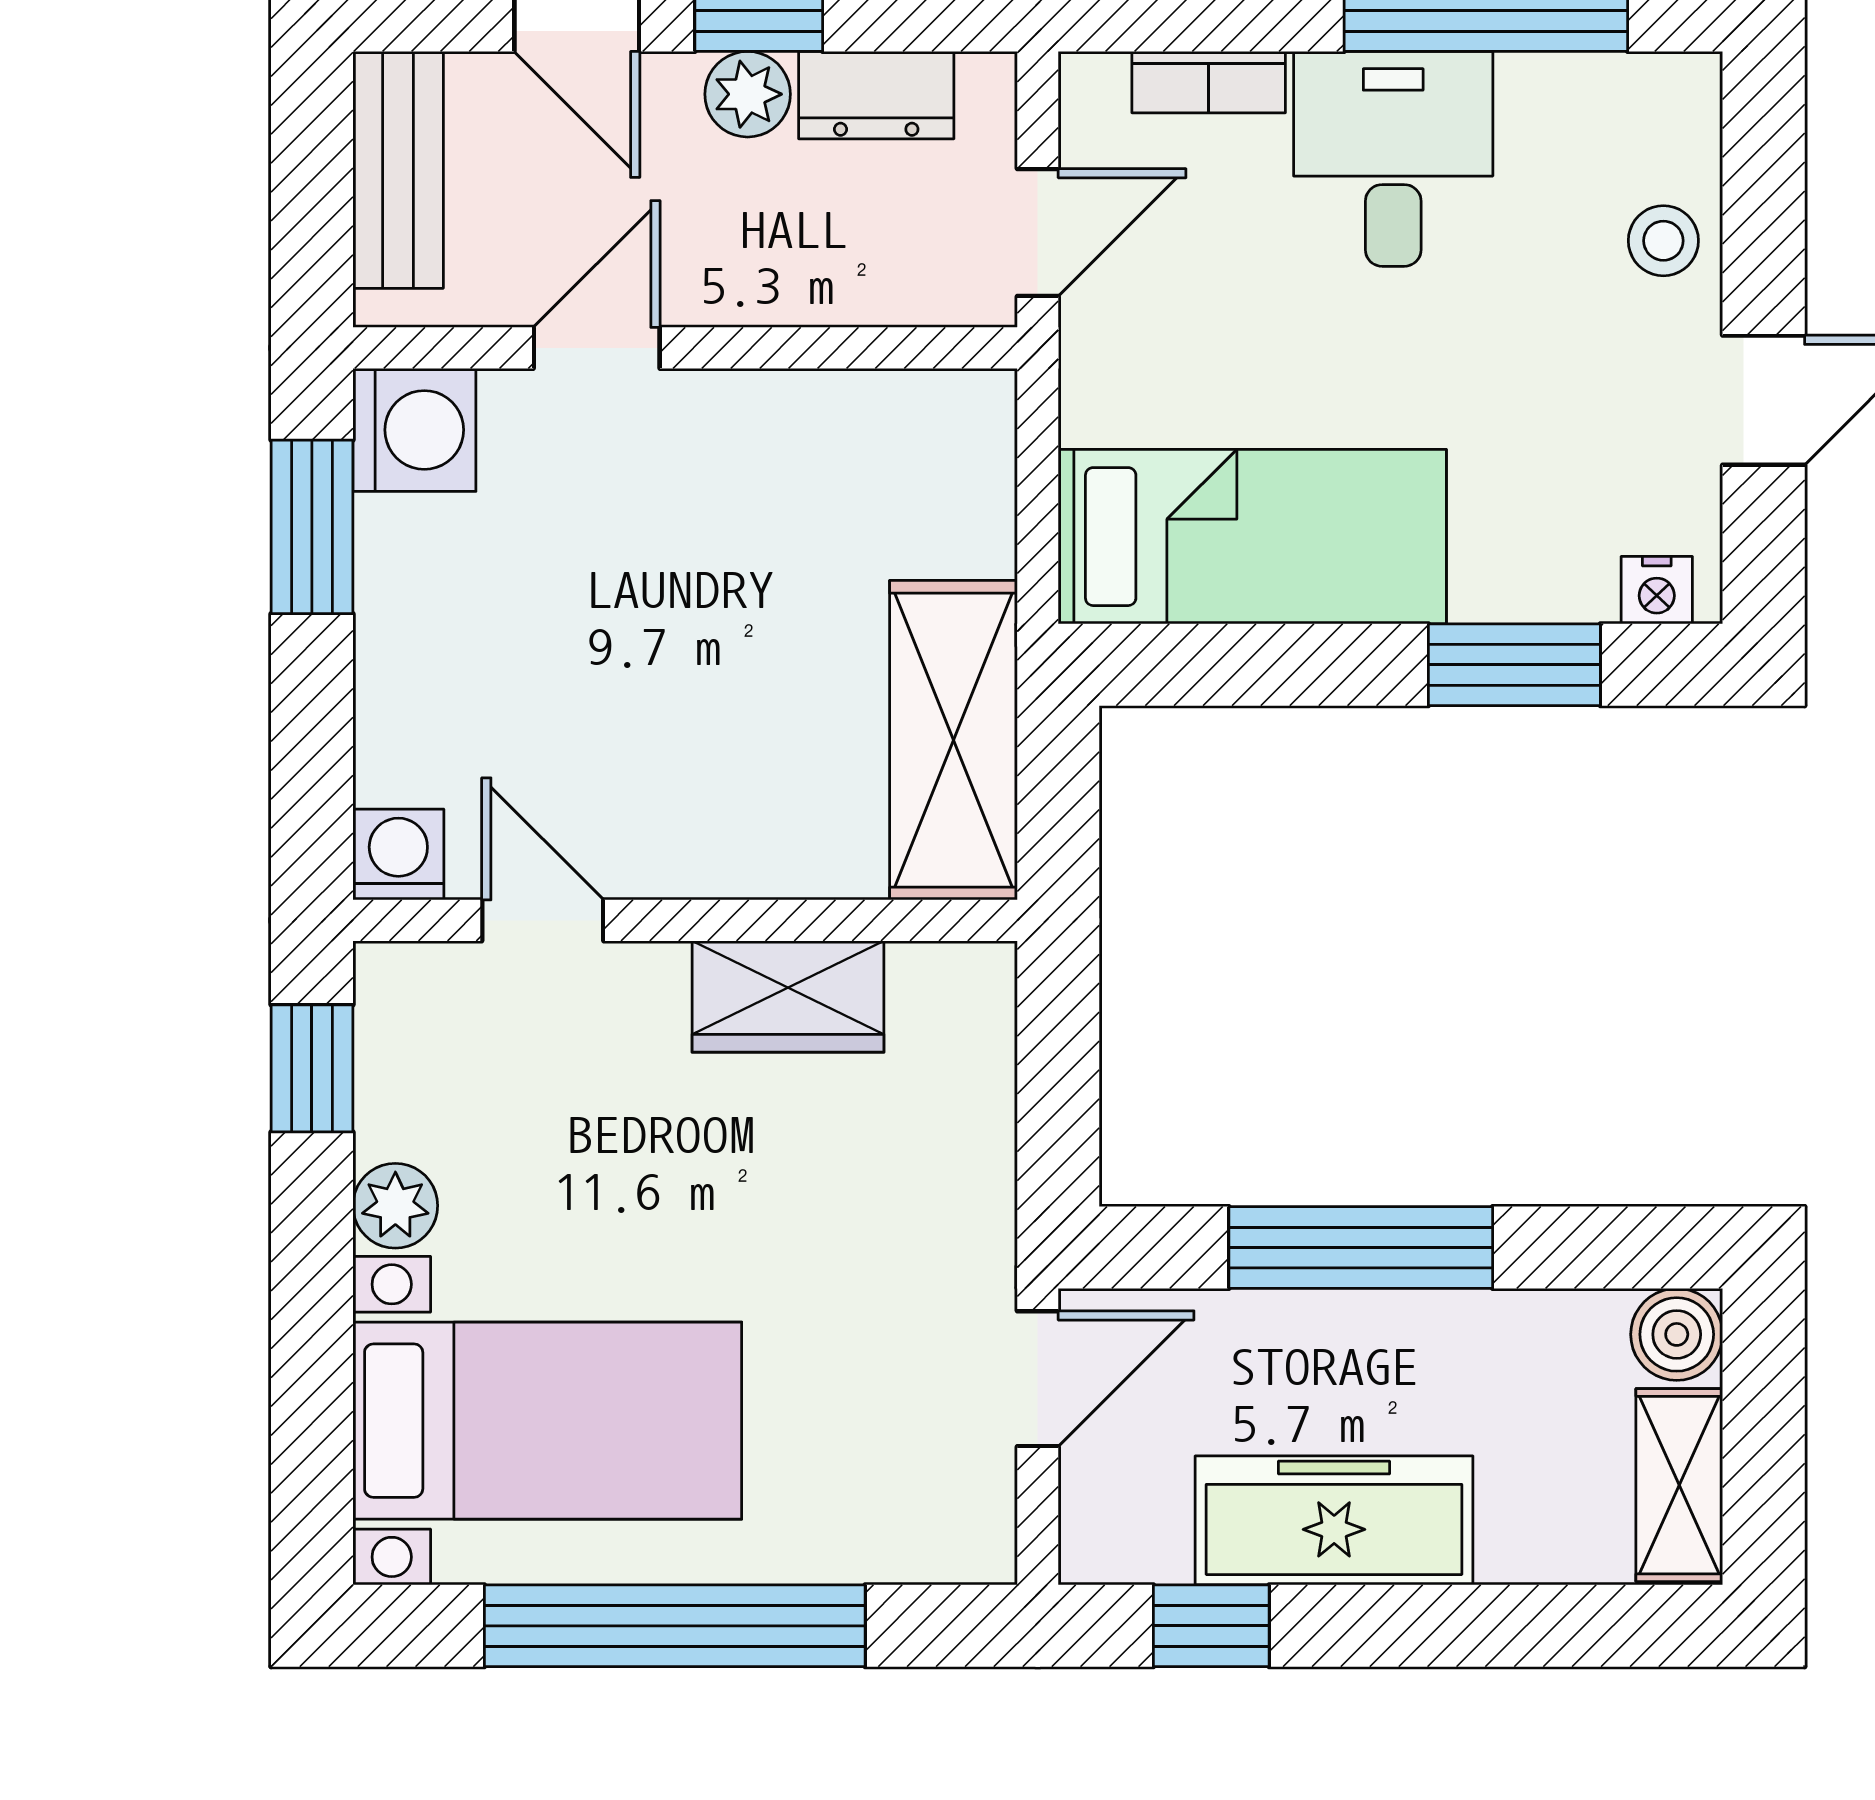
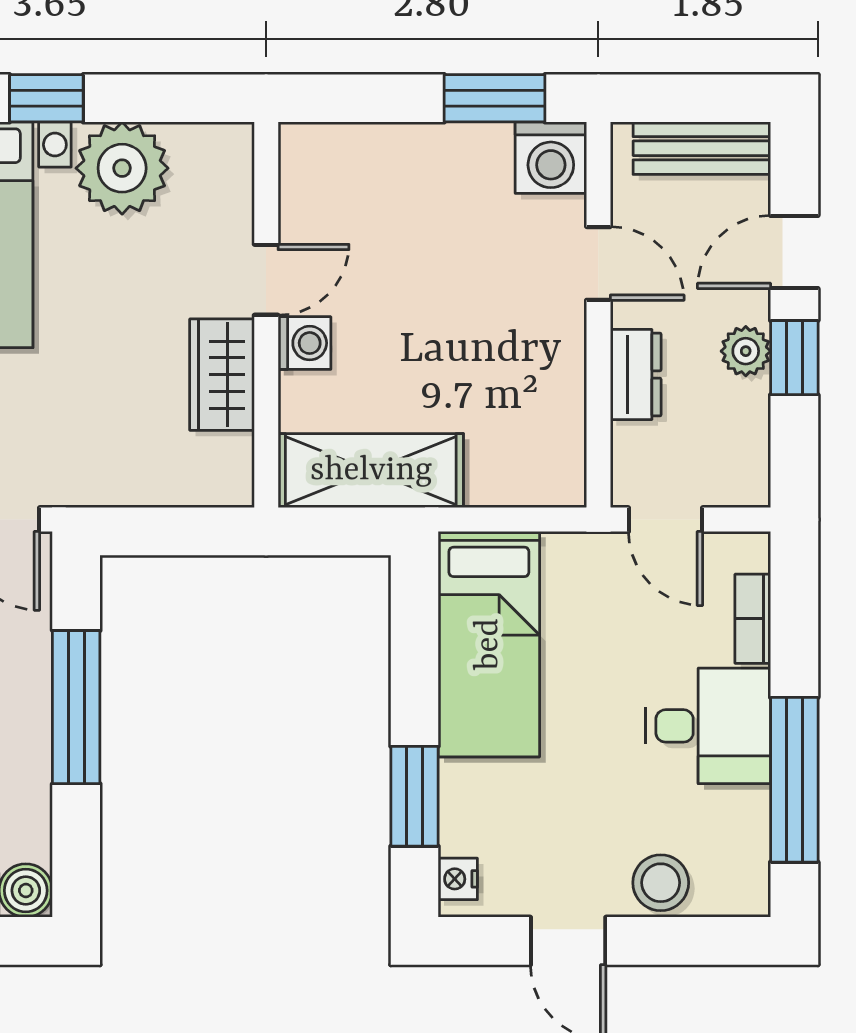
dresser: (876, 95) -> (636, 374), moved, turned 180
stool: (1663, 241) -> (661, 883), width x1.37, depth x1.37
washing machine: (398, 854) -> (304, 343), moved
door: (543, 920) -> (266, 280), moved
window: (312, 1068) -> (46, 98), moved
plant: (395, 1206) -> (122, 168), width x1.87, depth x1.87

